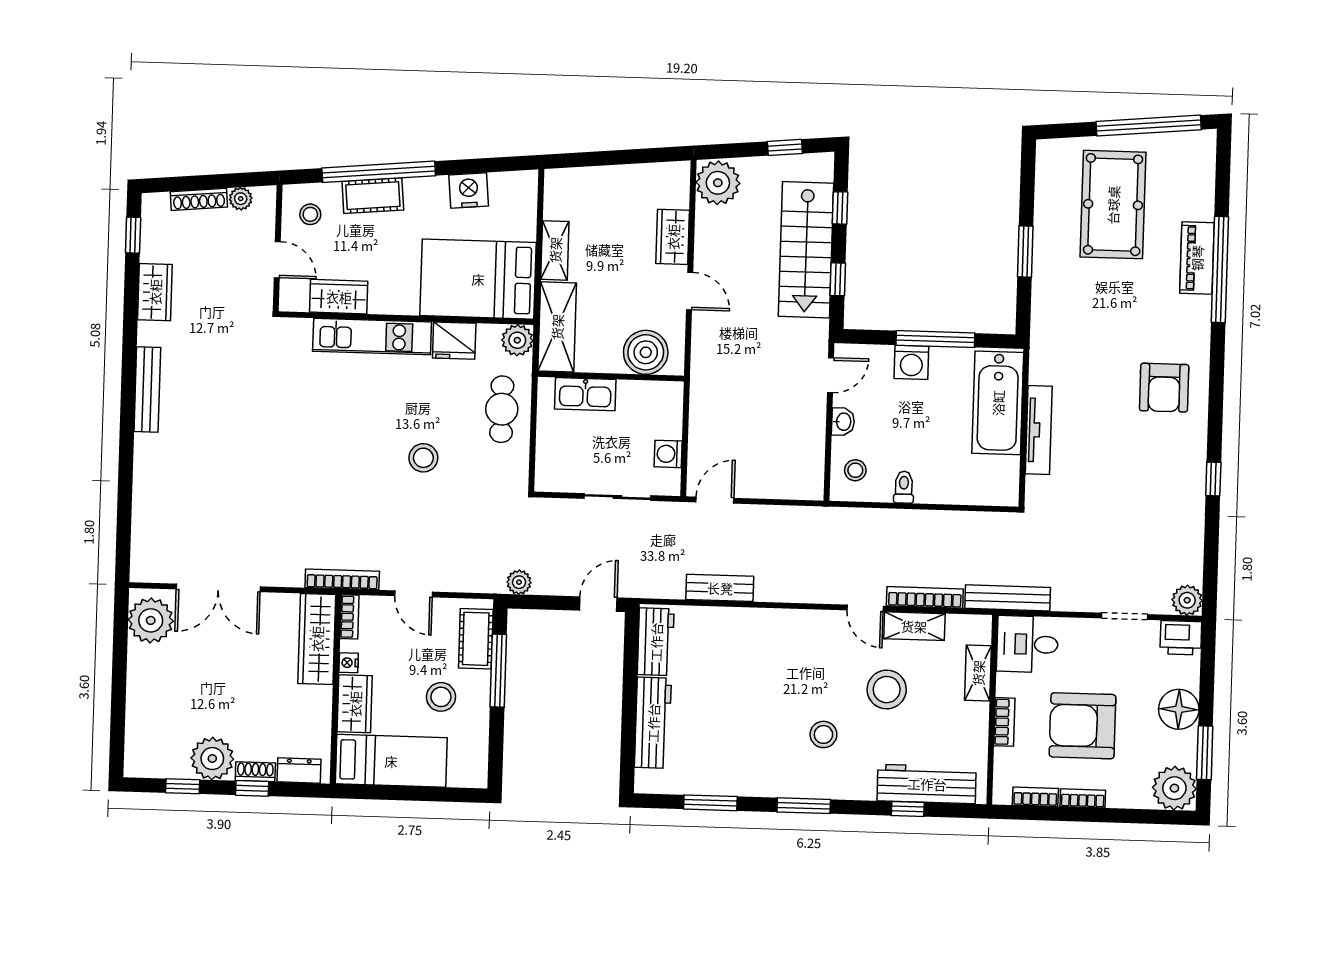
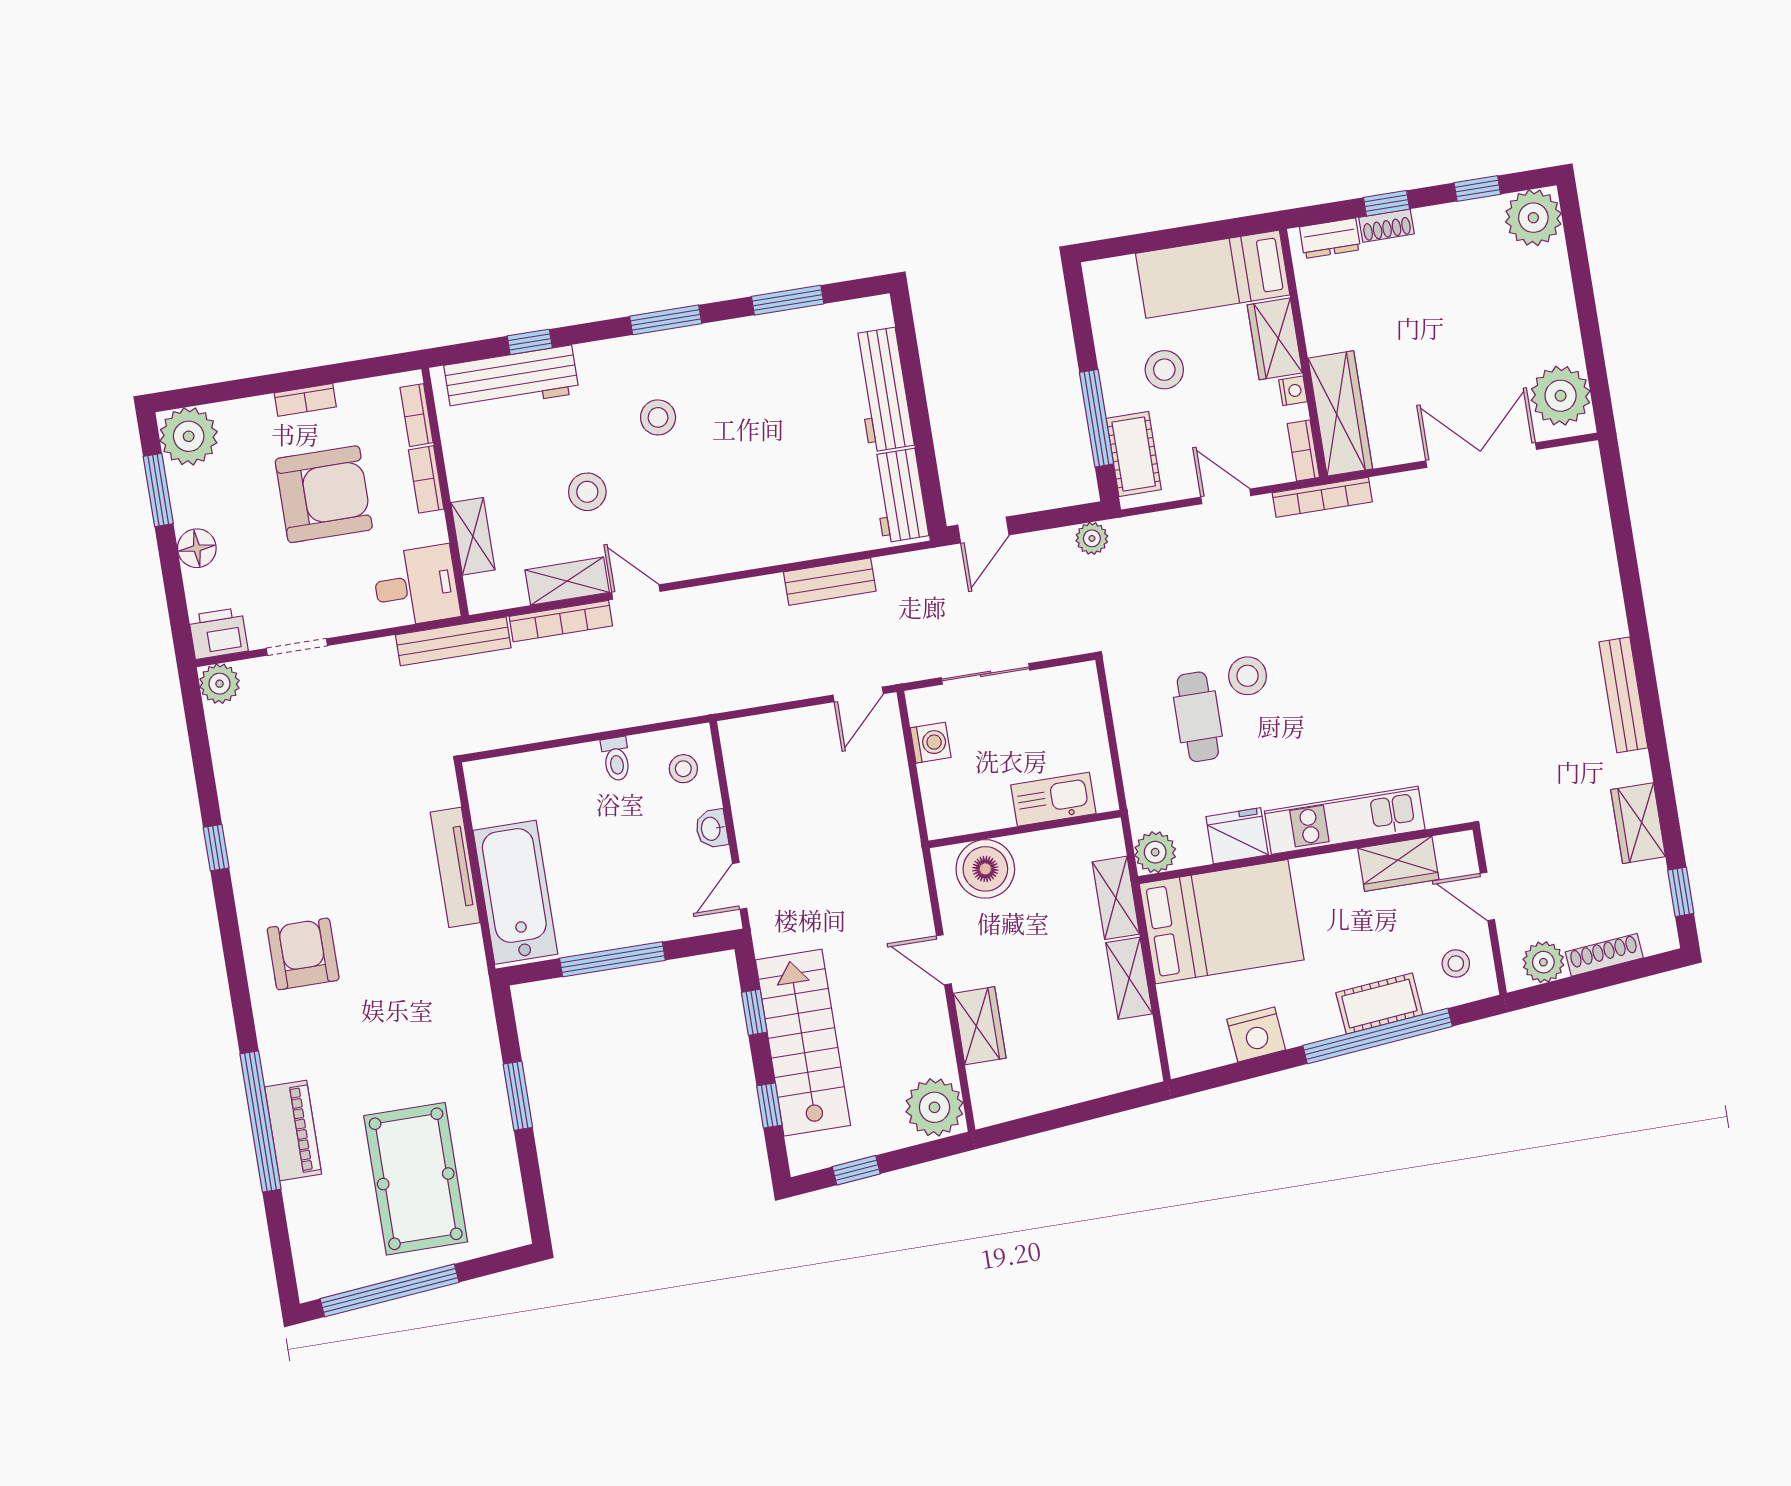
plant: (241, 199) -> (1543, 962), width x1.38, depth x1.38
shelving: (557, 327) -> (1116, 898), width x0.67, depth x0.75
washing machine: (911, 362) -> (638, 923), removed
cafe table: (502, 409) -> (1198, 717), moved
stool: (887, 690) -> (587, 492), width x0.73, depth x0.73
floor lamp: (1179, 709) -> (197, 548), width x0.73, depth x0.73
plant: (212, 759) -> (1533, 218), moved
bookcase: (1035, 797) -> (417, 415), moved, turned 90

